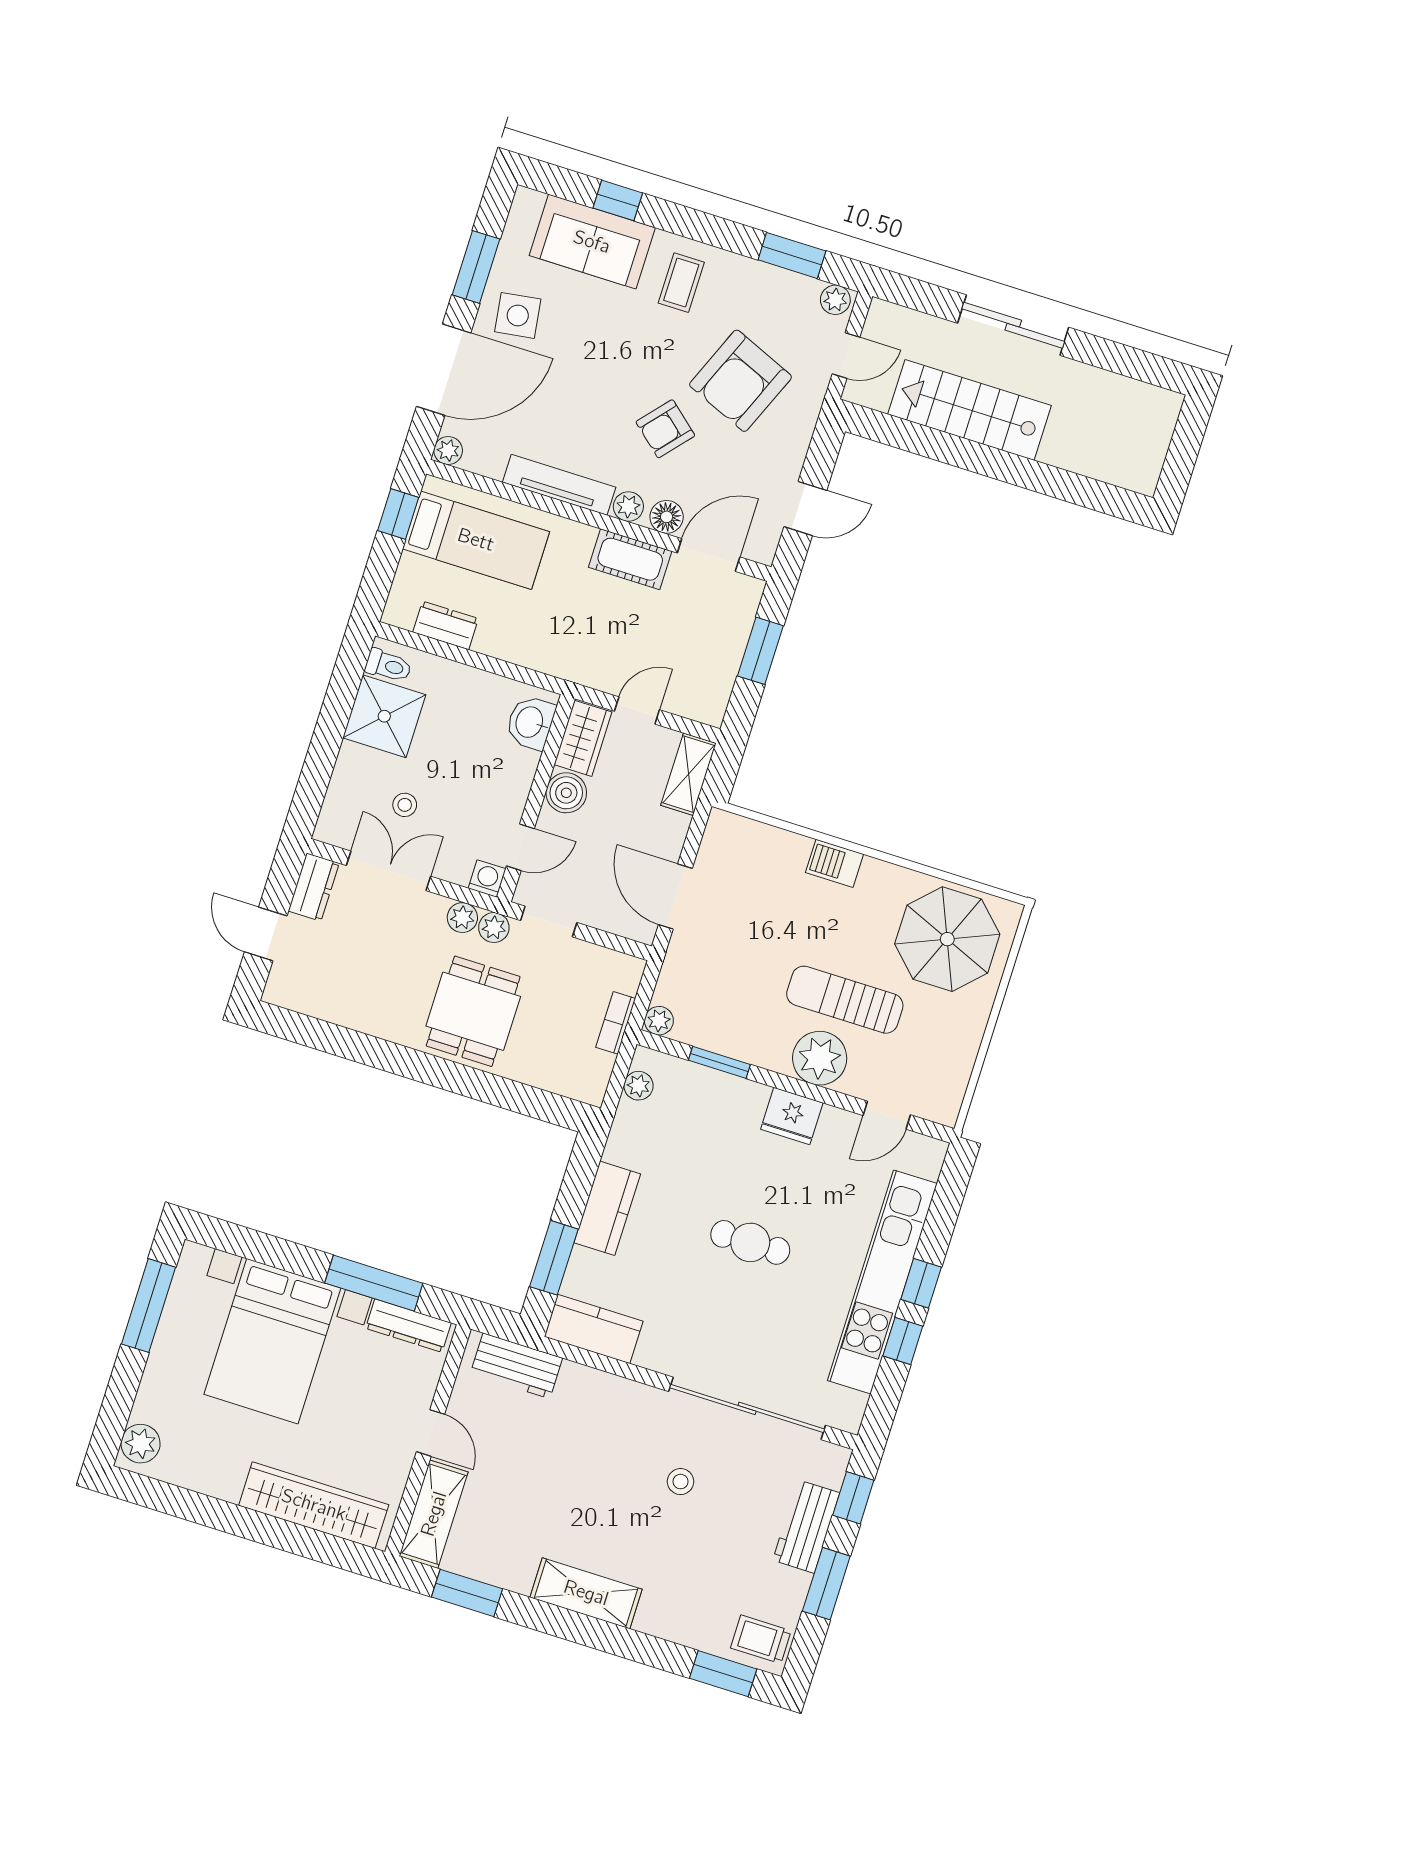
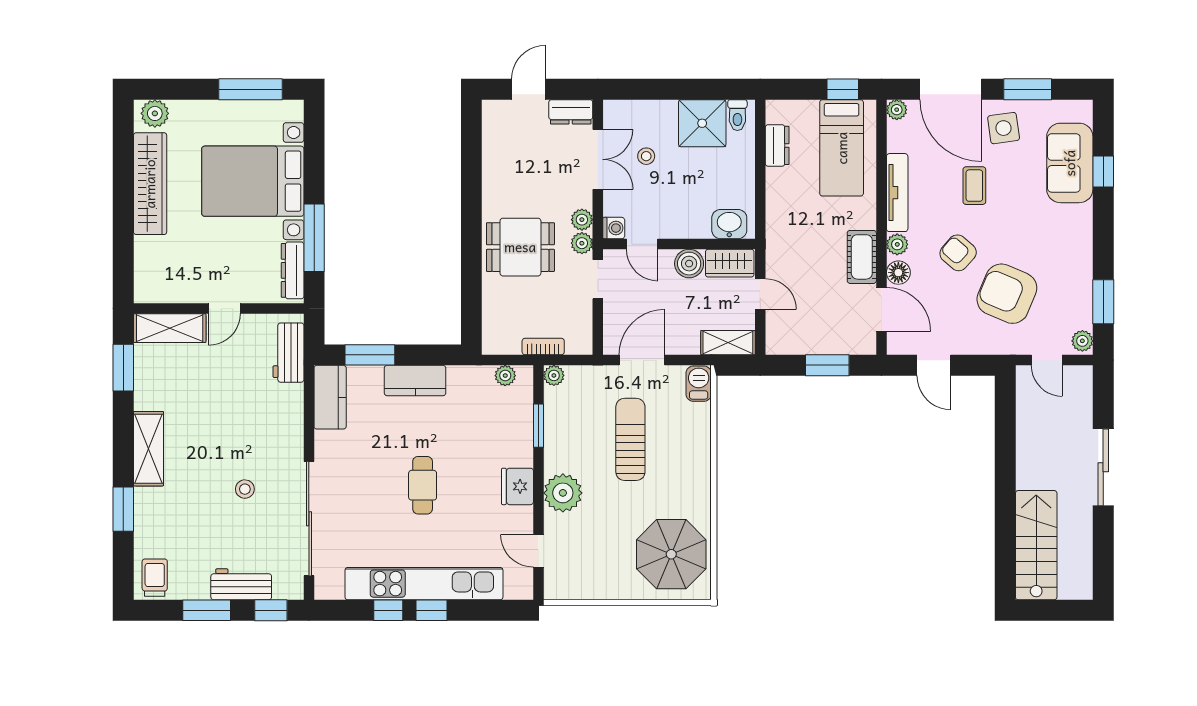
coffee table: (681, 283) -> (974, 186), moved, turned 90
stairs: (970, 410) -> (1036, 545), moved
barbecue: (835, 863) -> (699, 384), moved
sun lounger: (845, 1000) -> (630, 439), moved
wardrobe: (314, 1505) -> (150, 184), moved
window: (723, 1674) -> (123, 509), moved

